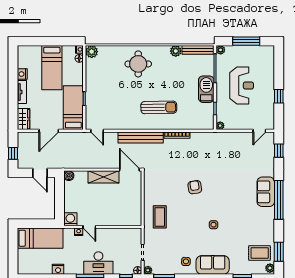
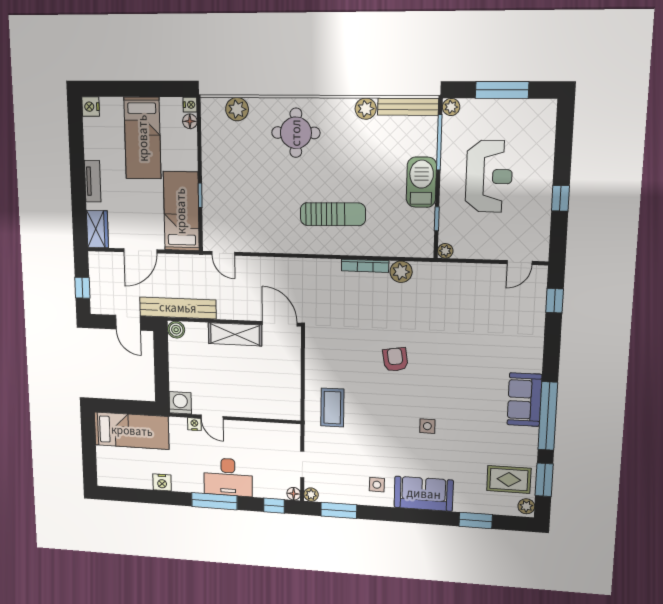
plant: (92, 52) -> (237, 109), moved
nightstand: (22, 74) -> (91, 107), moved
bench: (141, 137) -> (178, 308), moved
plant: (197, 138) -> (401, 272), added
sofa: (266, 192) -> (524, 400), moved
window: (279, 200) -> (548, 416), moved

